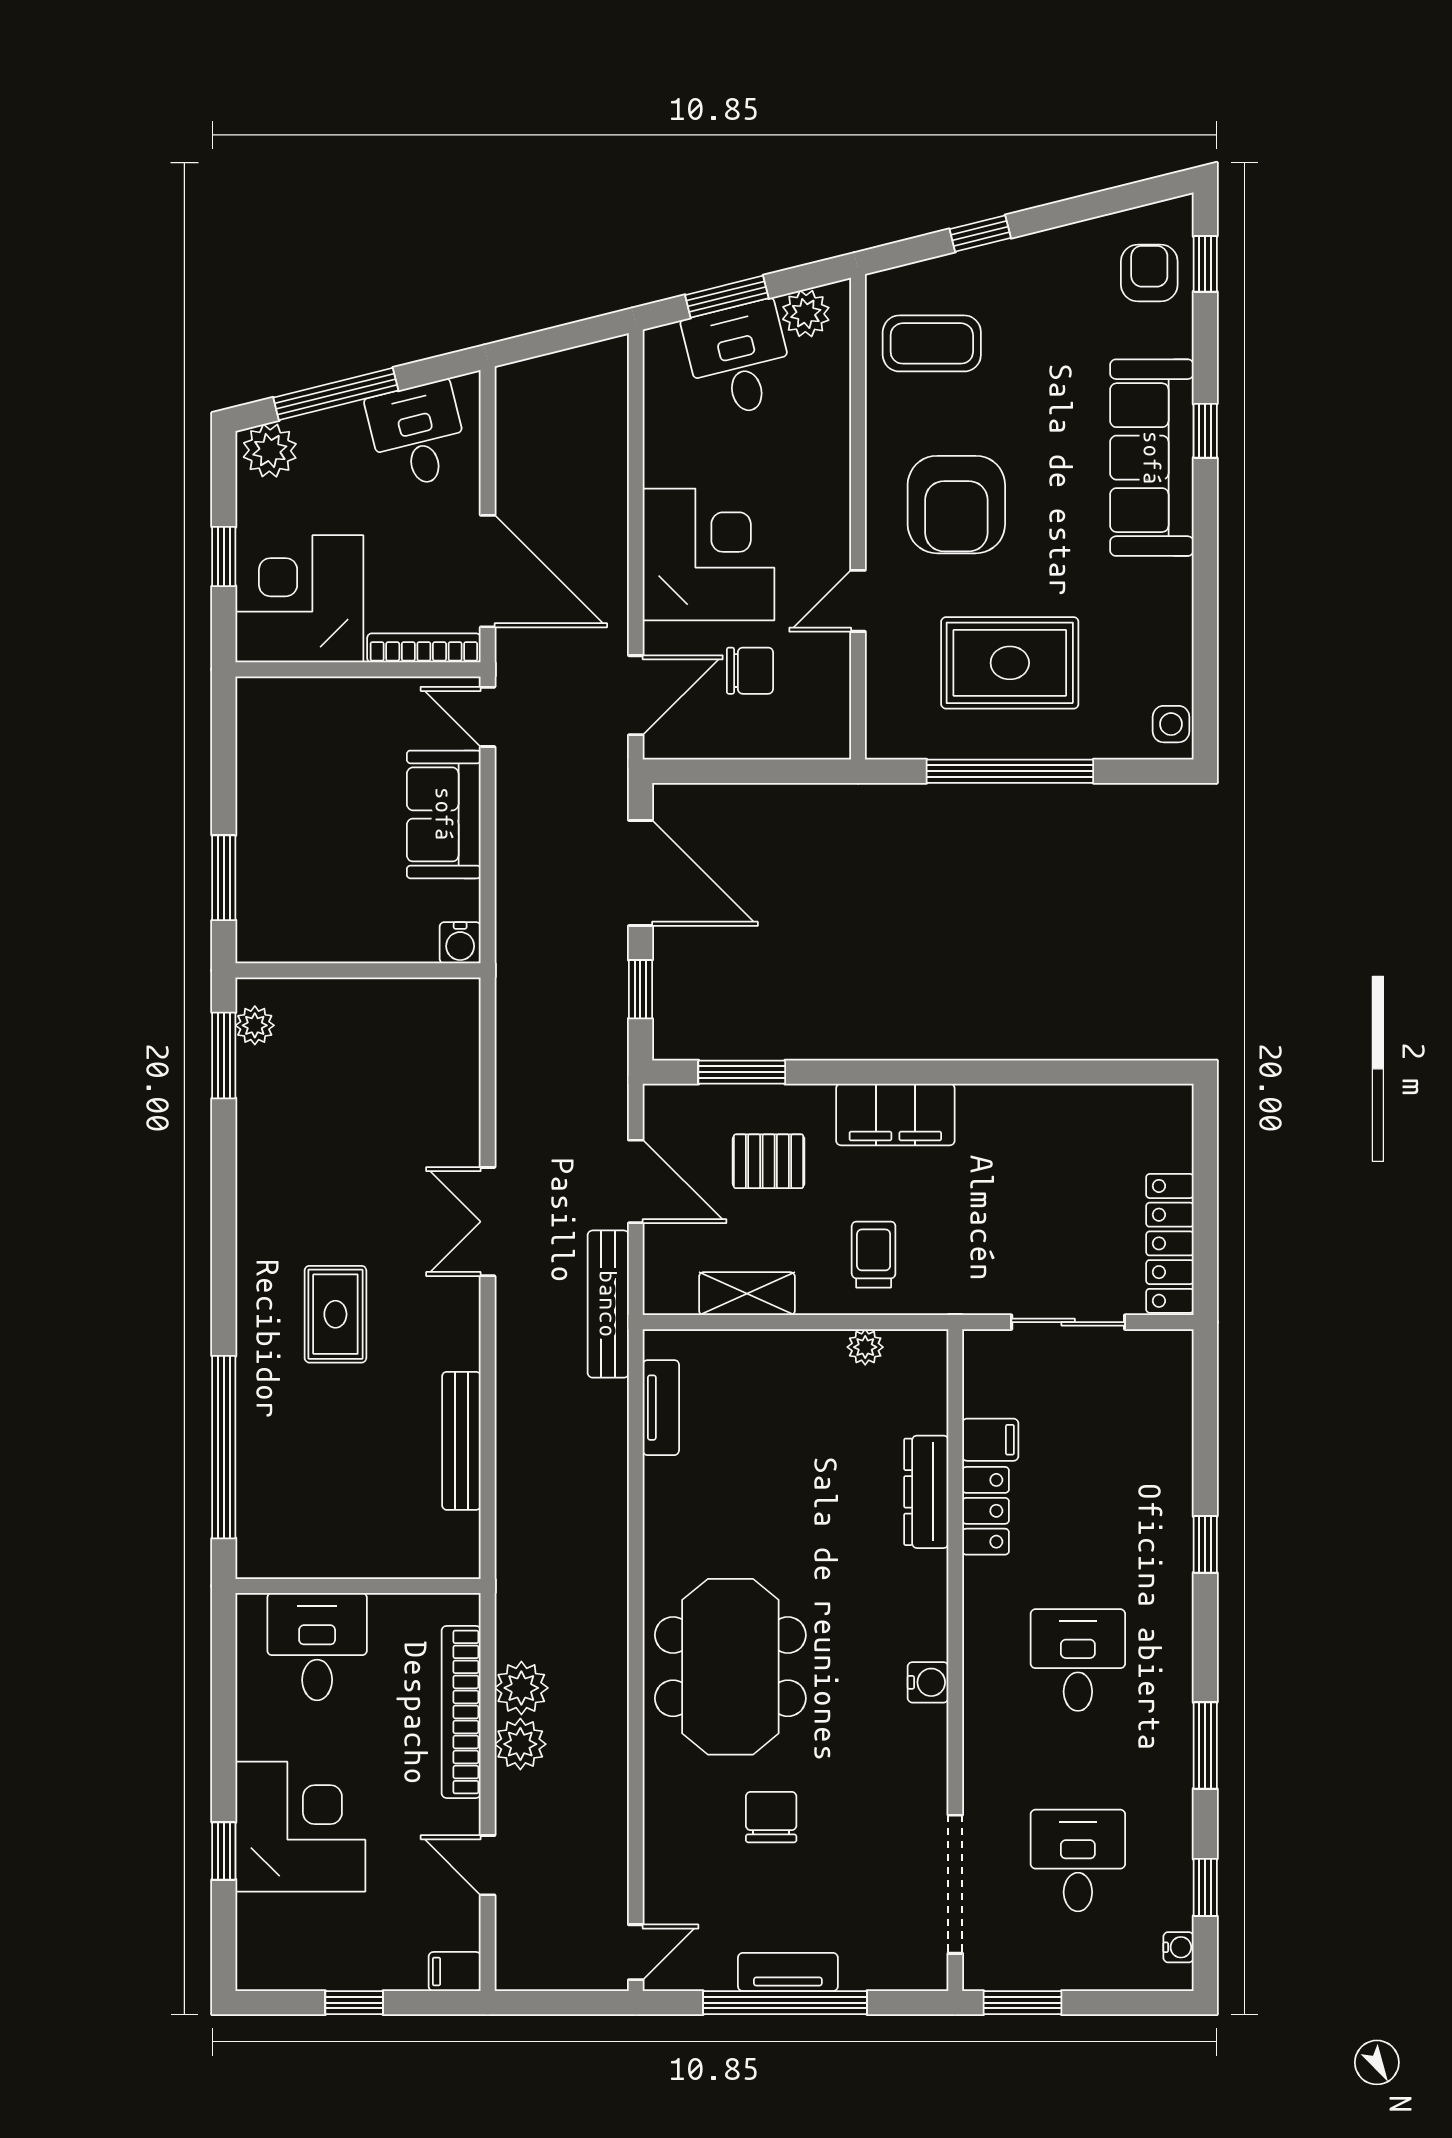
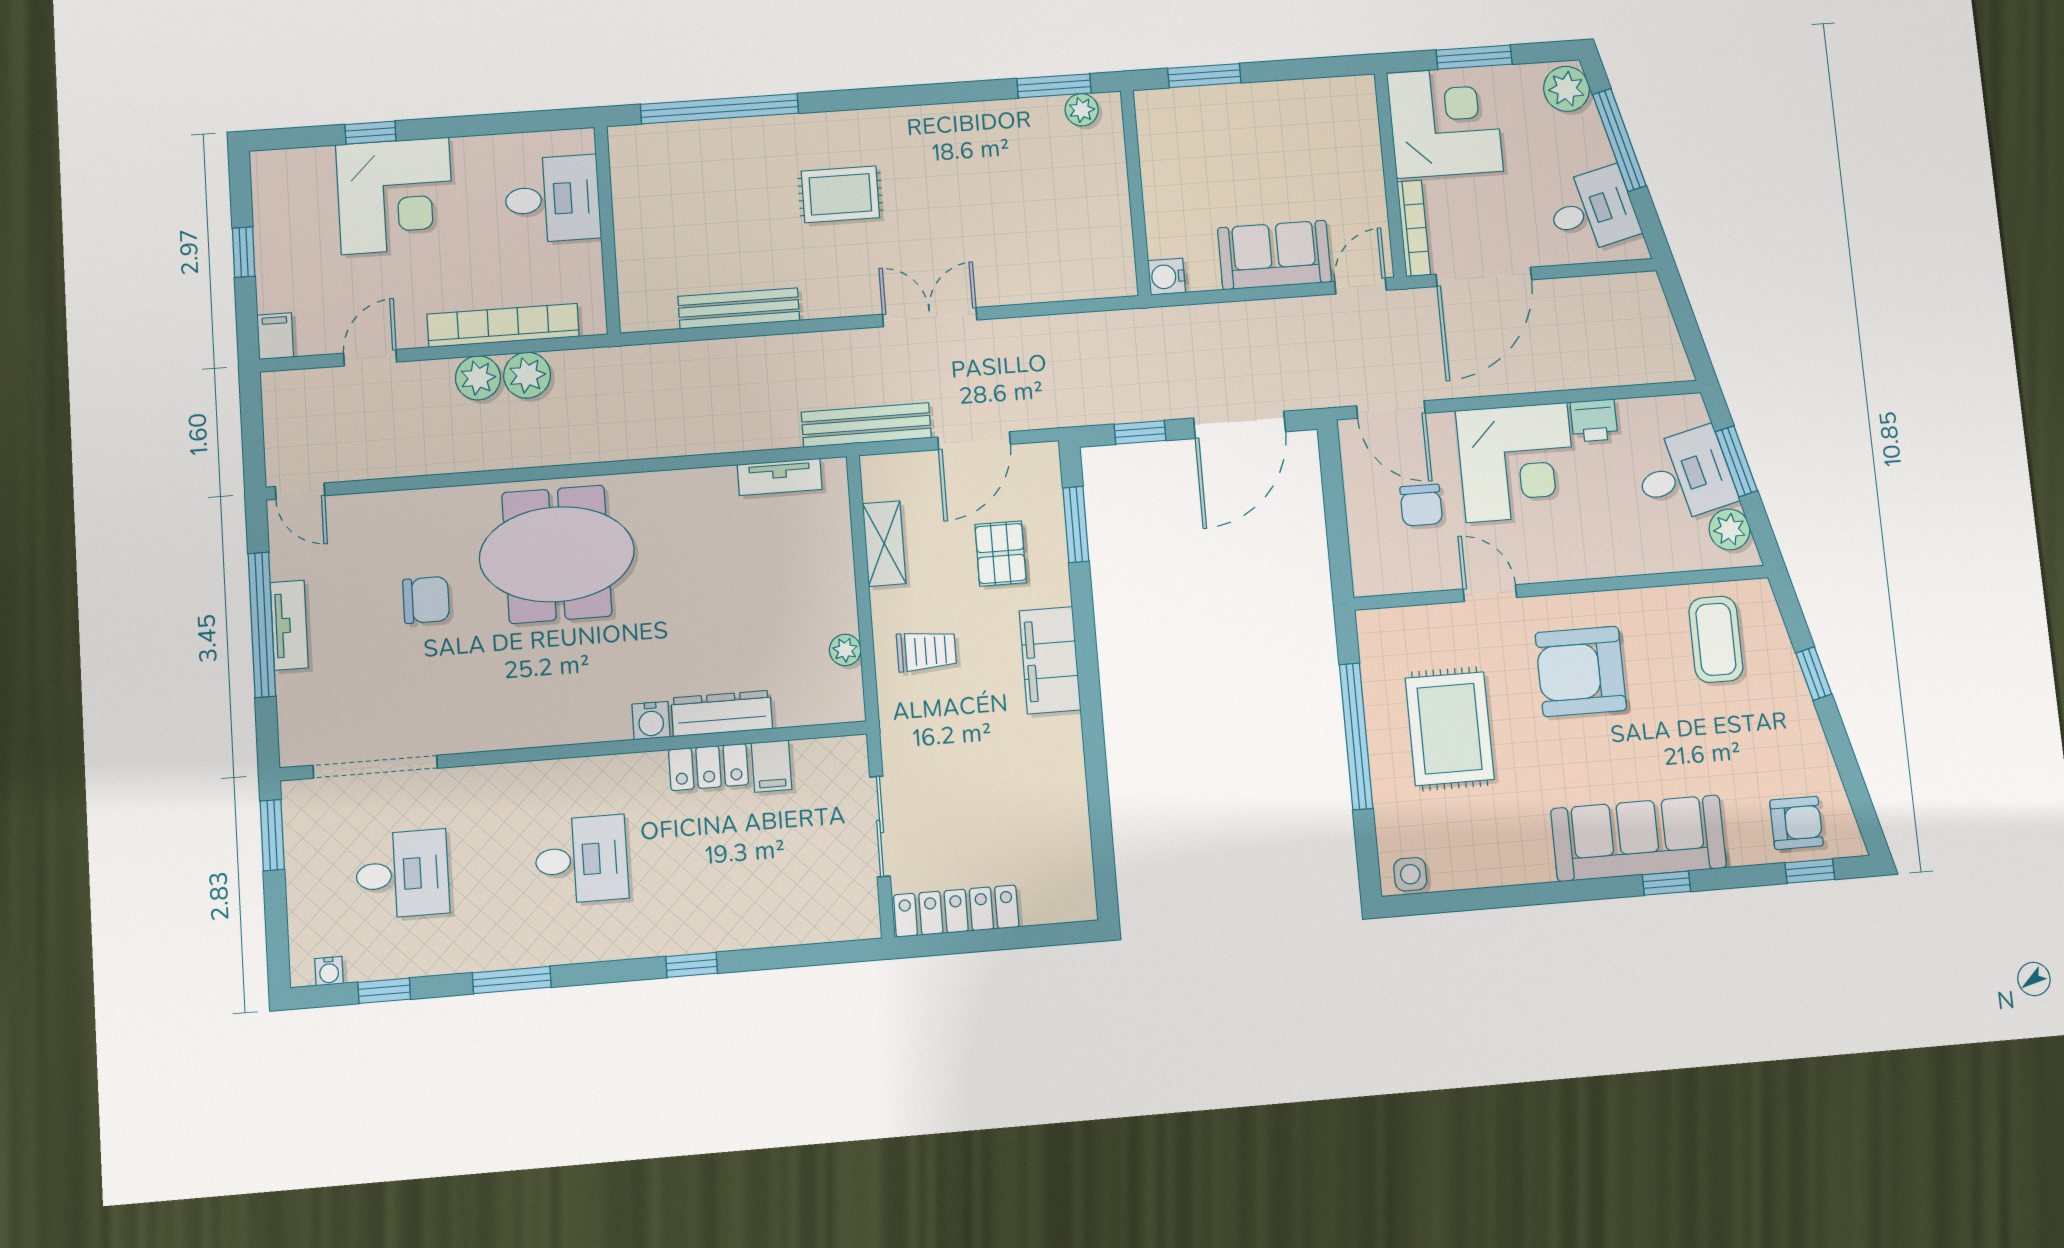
printer: (666, 459) -> (1594, 420), added
window: (224, 556) -> (1474, 57), width x1.50
water cooler: (928, 1682) -> (651, 721), moved

